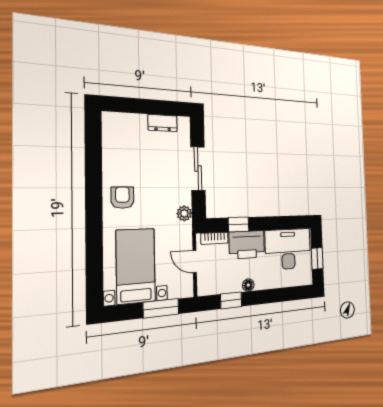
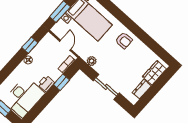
wardrobe: (128, 123) -> (154, 73), added
printer: (247, 245) -> (46, 84), width x0.53, depth x0.68
door: (195, 261) -> (65, 45), hinge flipped

